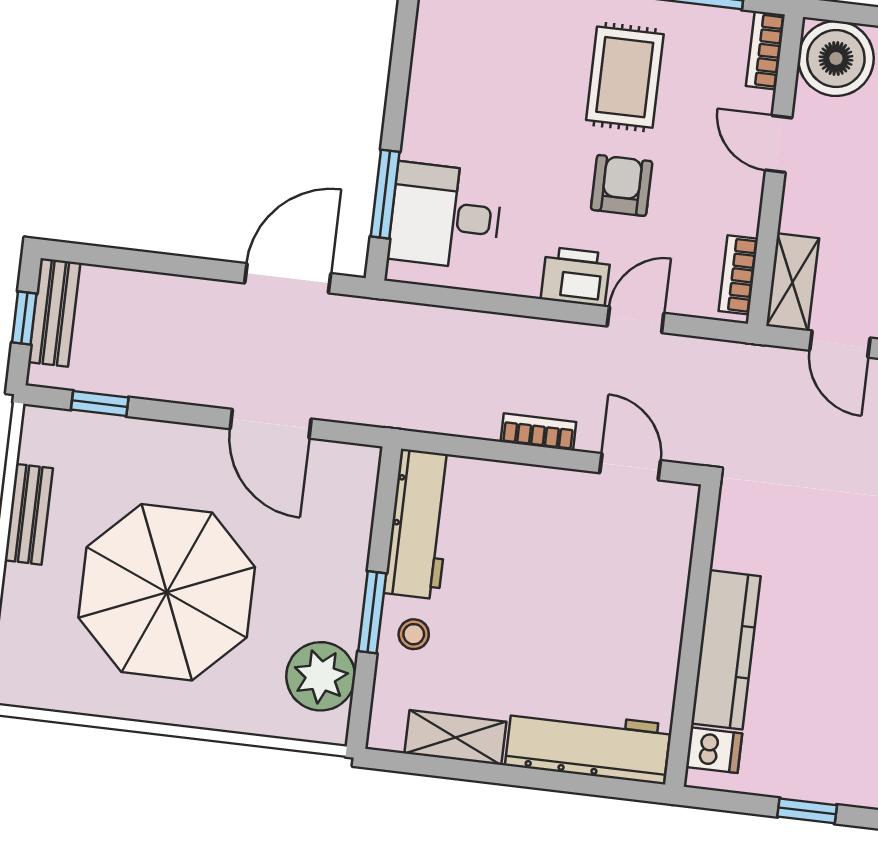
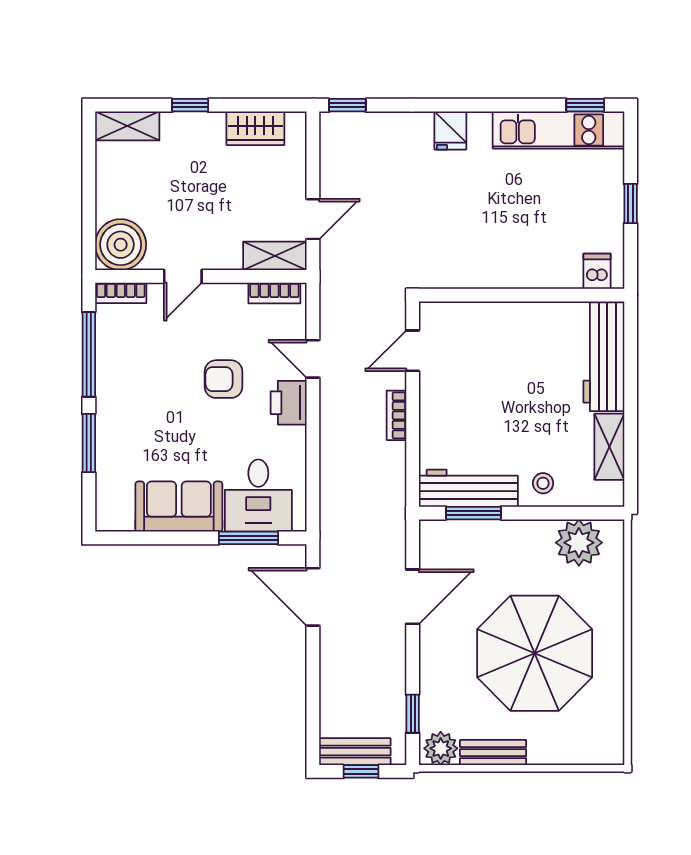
rug: (625, 77) -> (150, 386), removed
sofa: (443, 98) -> (179, 507), added
plant: (44, 439) -> (441, 748), added
window: (372, 612) -> (473, 513), moved
kitchen counter: (726, 650) -> (528, 271), removed

